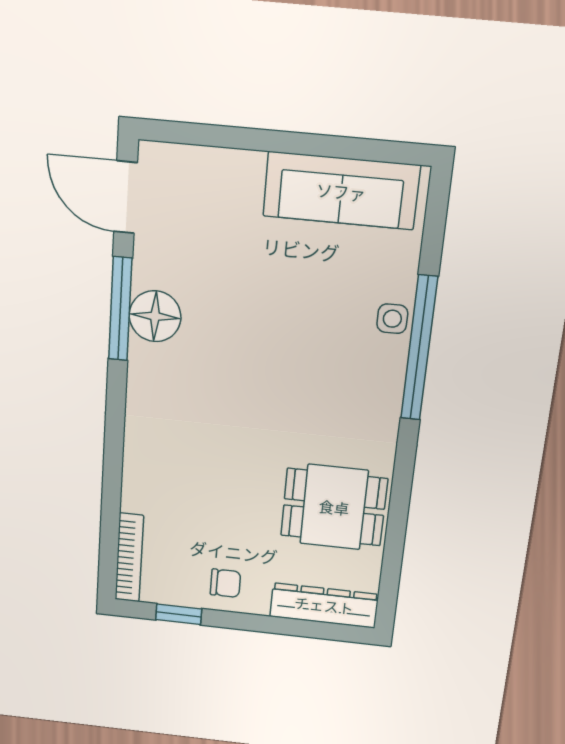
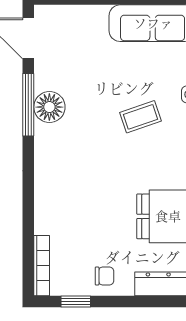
coffee table: (305, 347) -> (140, 117), added

